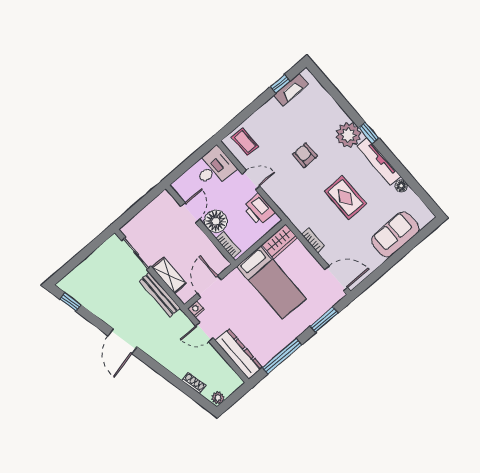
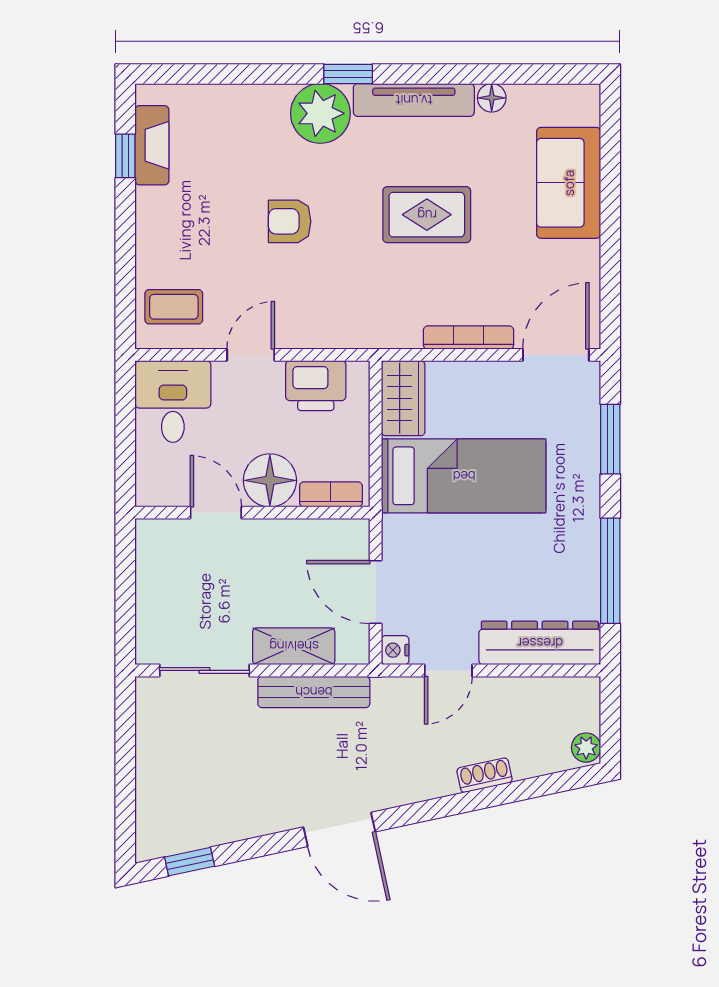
bookcase: (313, 240) -> (469, 338), width x1.56
shoe rack: (194, 383) -> (485, 775), moved

